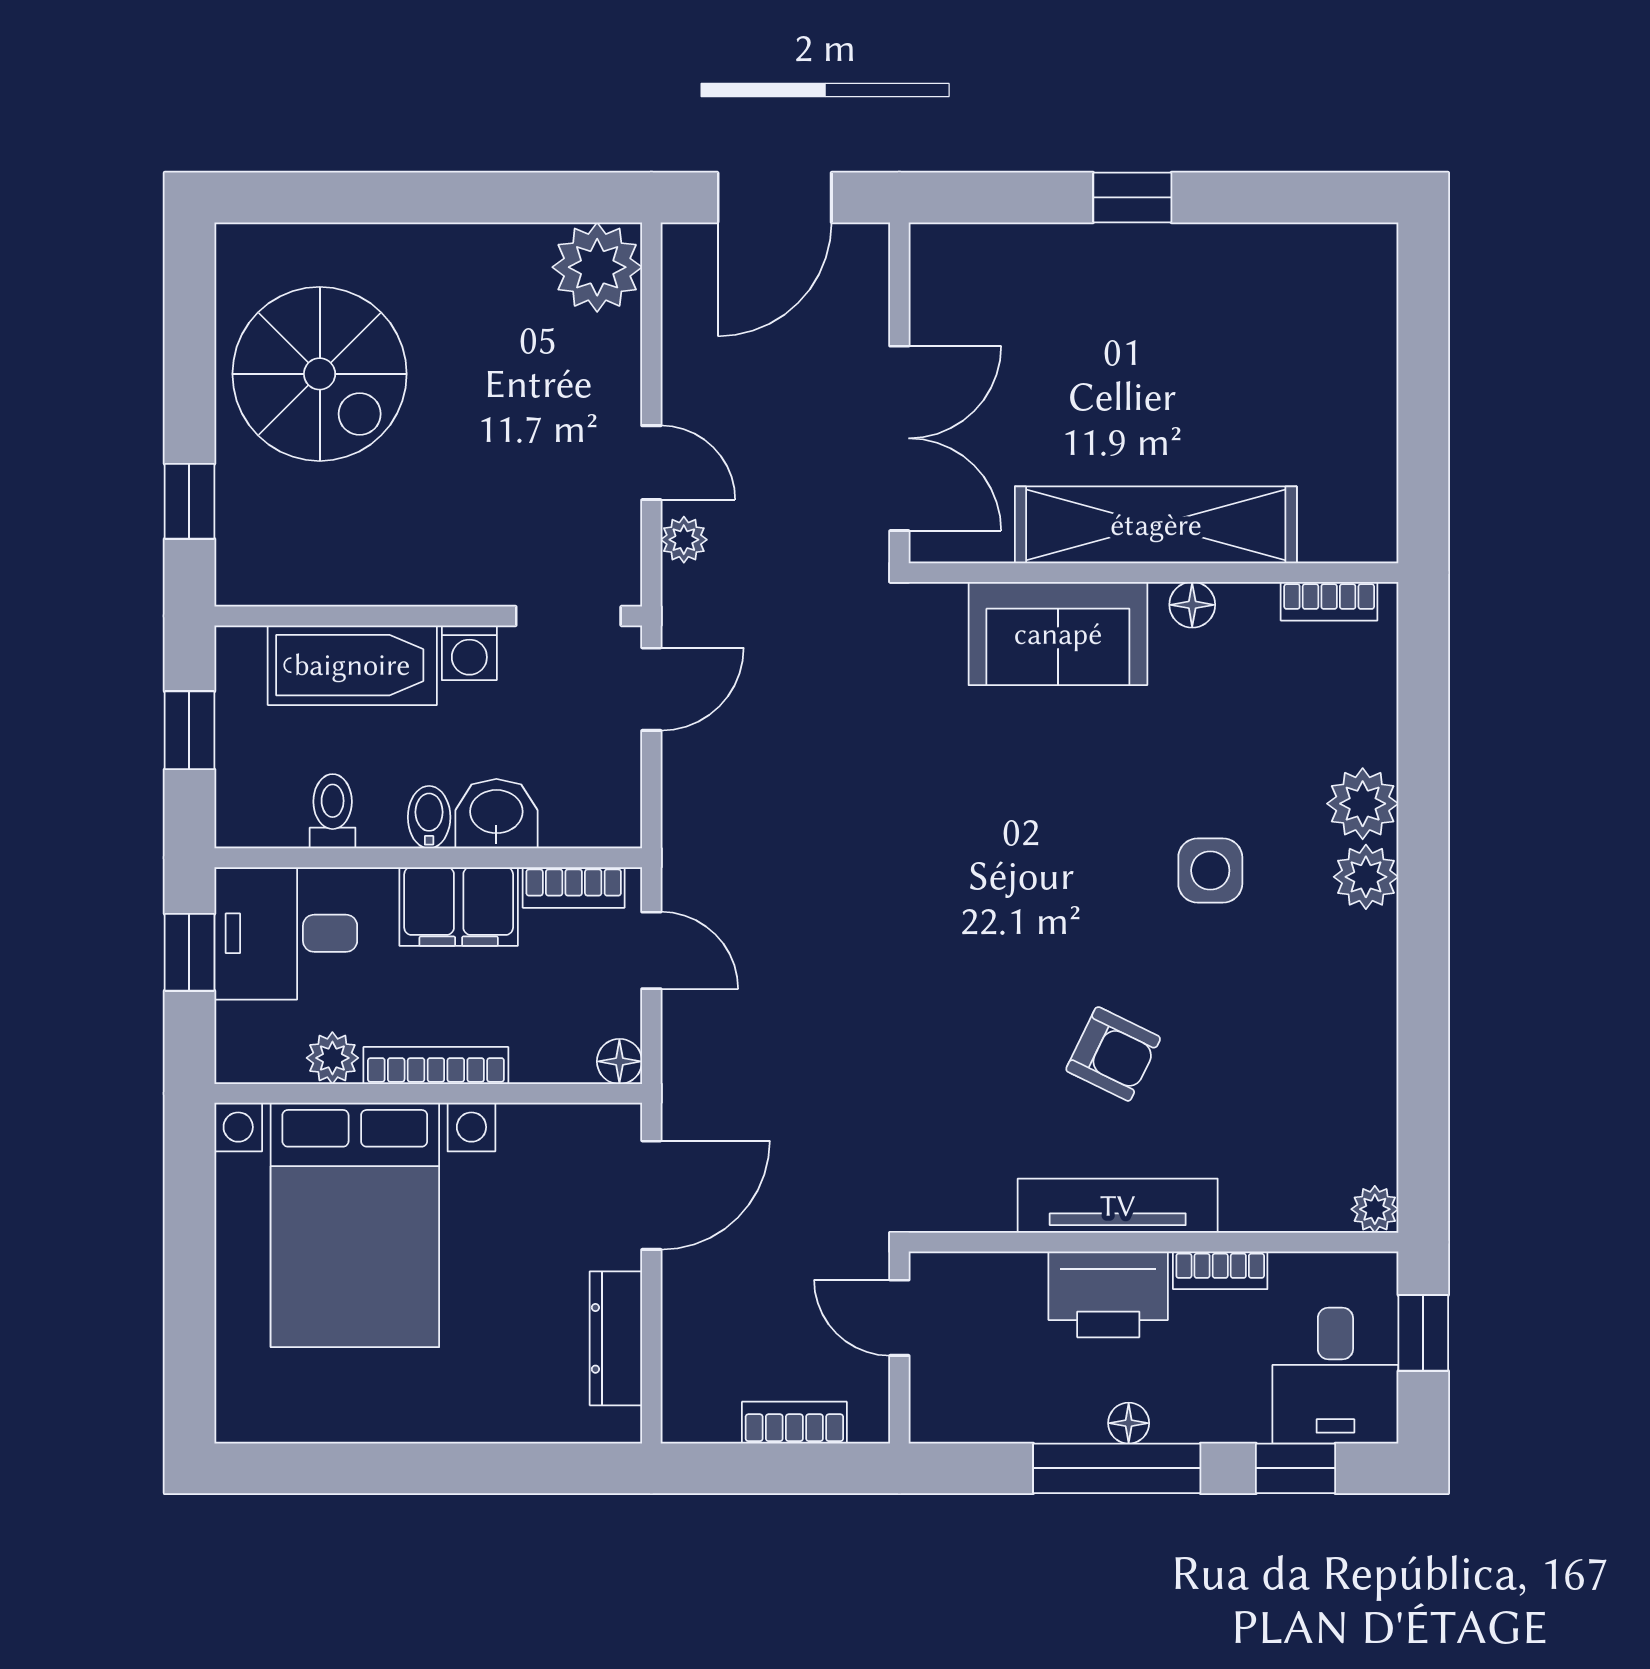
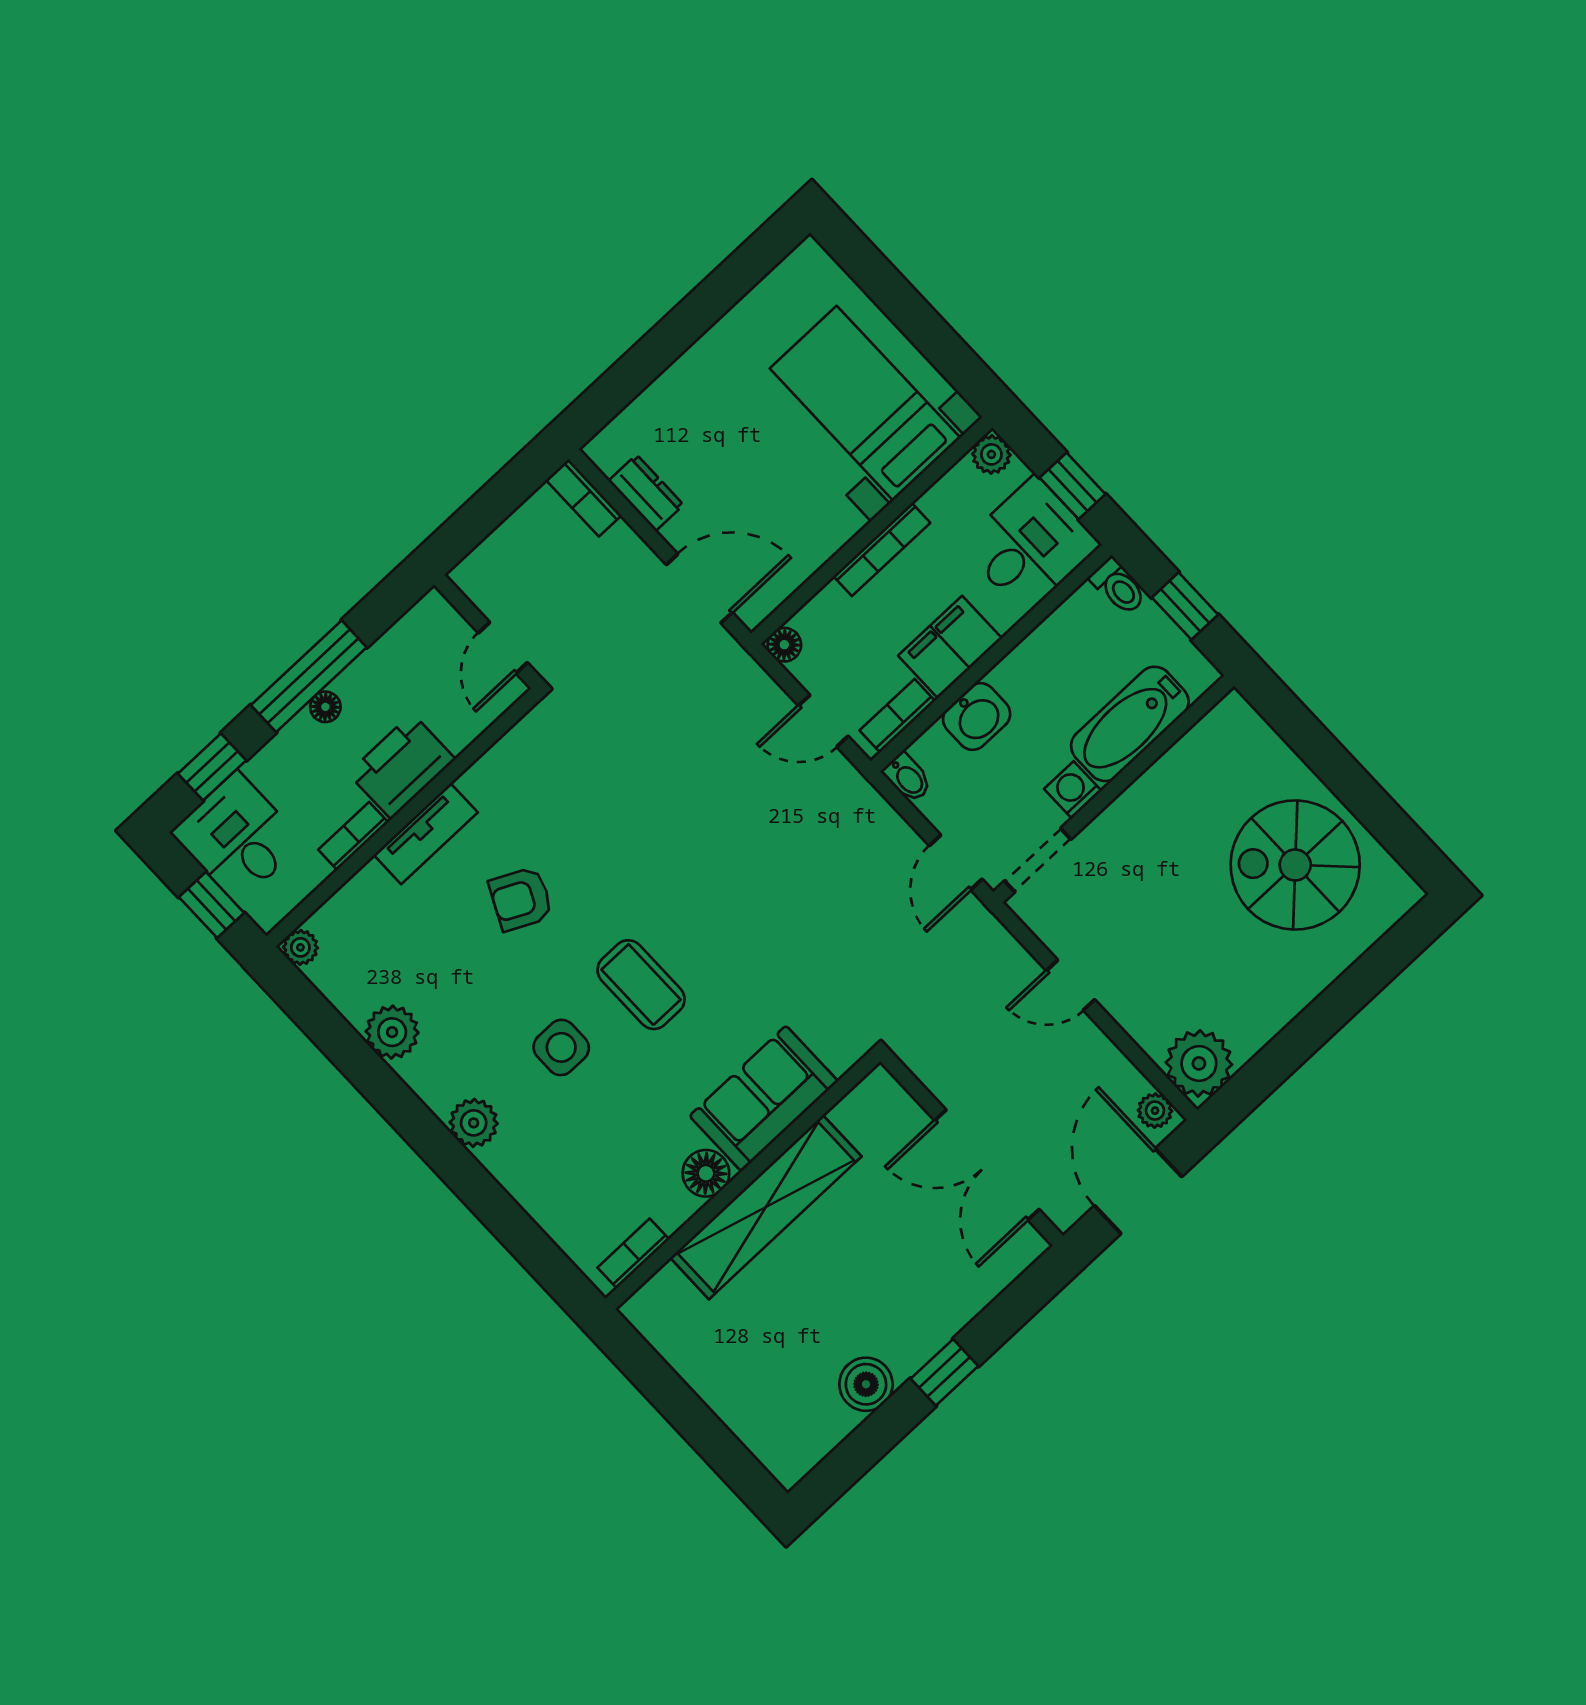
boiler: (1220, 258) -> (866, 1384), added
double door: (899, 438) -> (987, 1165), moved
window: (189, 501) -> (1301, 730), removed
plant: (684, 540) -> (1155, 1111), moved
floor lamp: (1192, 605) -> (706, 1173), width x1.37, depth x1.37
plant: (1363, 804) -> (392, 1032), moved
toilet: (333, 811) -> (1118, 586), moved
bidet: (429, 817) -> (907, 778), moved
coffee table: (1074, 859) -> (641, 985), added
plant: (332, 1058) -> (991, 454), moved
door: (651, 1195) -> (699, 588), swing flipped
tv unit: (1118, 1206) -> (426, 834), width x0.71
bed with nightstands: (355, 1225) -> (865, 403), width x0.73
door: (899, 1318) -> (503, 648), swing flipped
dresser: (616, 1338) -> (646, 493), width x0.70
bookcase: (794, 1423) -> (584, 498), moved, turned 90

